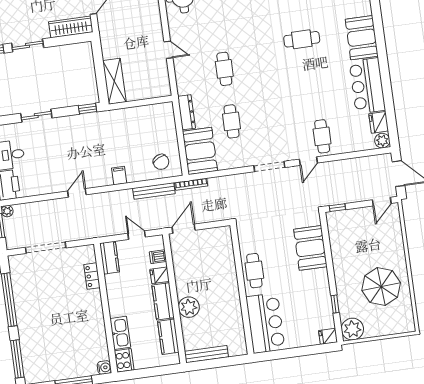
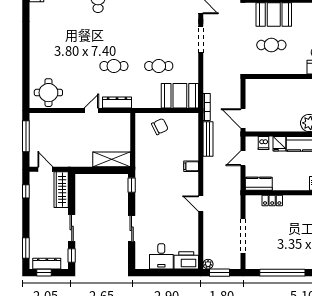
dresser: (186, 112) -> (117, 103), moved
chair: (161, 162) -> (160, 127), moved
cafe table: (254, 271) -> (271, 45), moved

